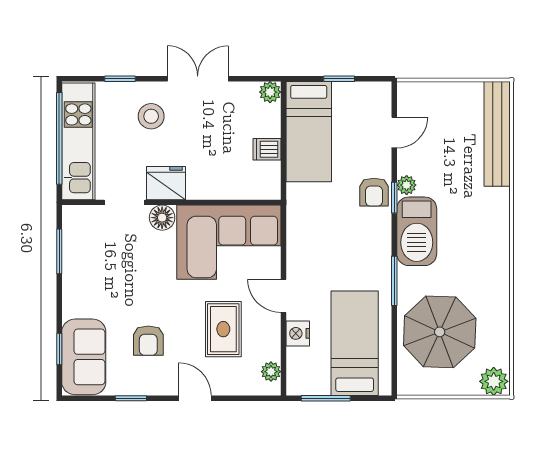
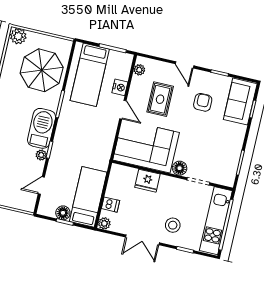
floor lamp: (346, 94) -> (63, 213), added
dishwasher: (267, 149) -> (111, 205), moved
fridge: (166, 183) -> (147, 181), moved
armchair: (374, 192) -> (60, 155), removed

